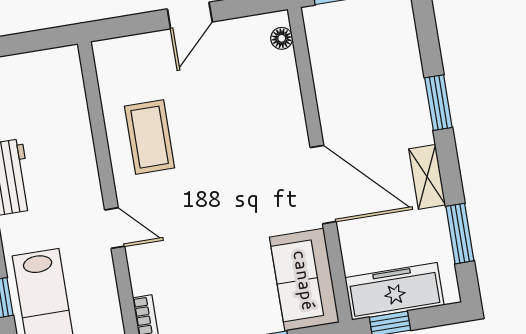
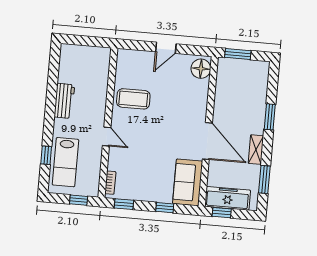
floor lamp: (282, 38) -> (201, 69), width x1.89, depth x1.89
coffee table: (150, 137) -> (133, 99), turned 90

